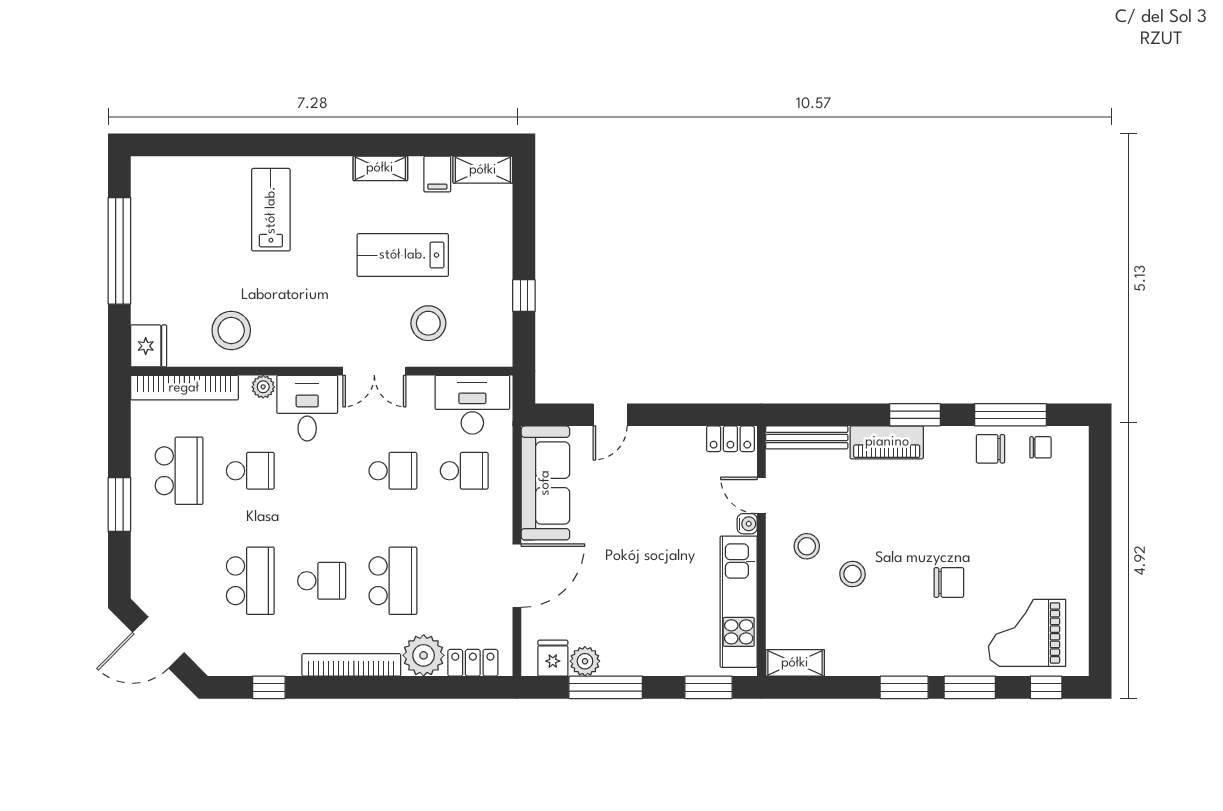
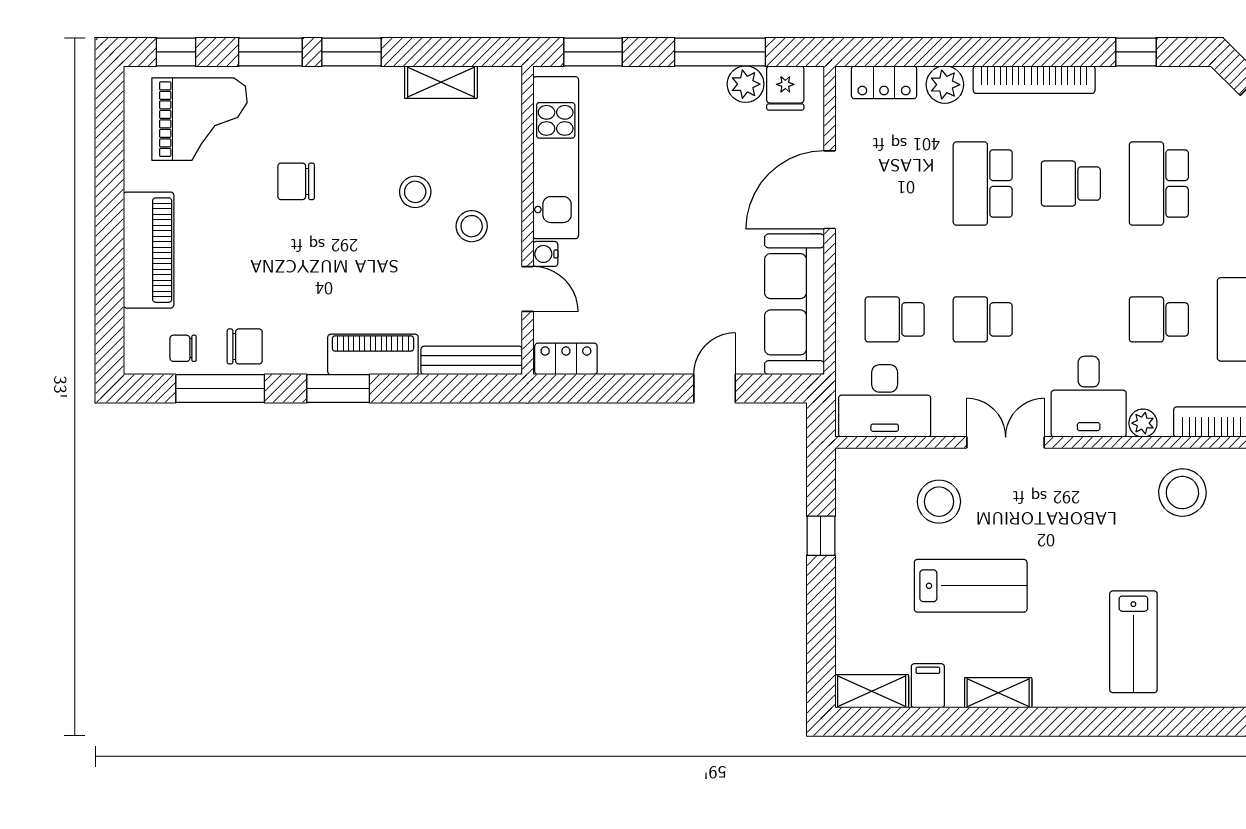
piano: (1068, 527) -> (149, 250), added
plant: (424, 655) -> (945, 85), width x0.73, depth x0.73
shelving: (795, 663) -> (441, 82), moved

